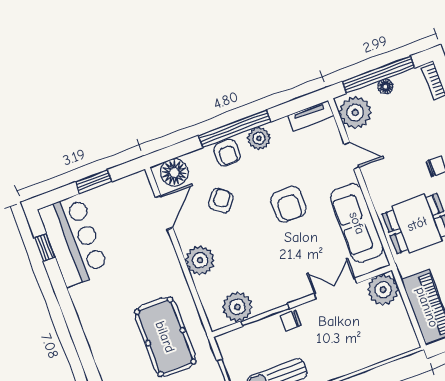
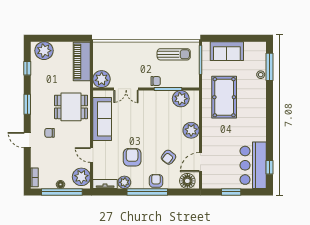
plant: (259, 138) -> (124, 182), moved
armchair: (288, 204) -> (132, 157), moved

